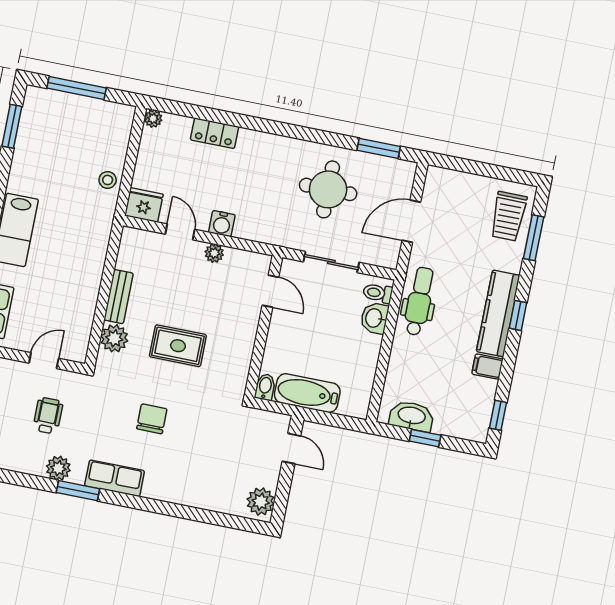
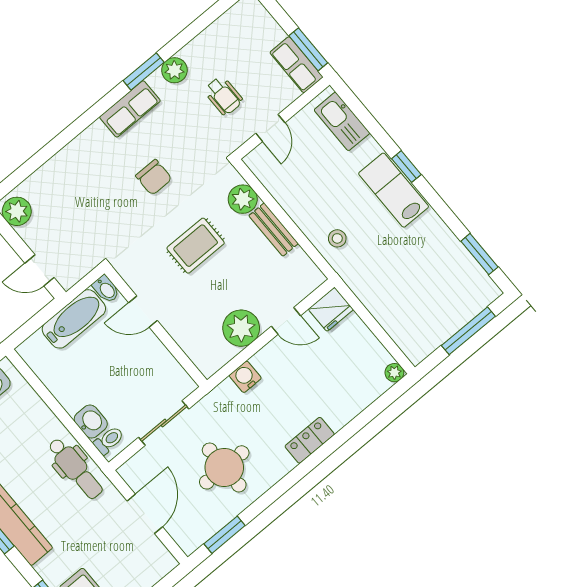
locker: (214, 133) -> (310, 440), moved
stool: (108, 180) -> (337, 238), moved
water cooler: (222, 224) -> (245, 377), moved
plant: (214, 253) -> (241, 328), width x1.87, depth x1.87
door: (270, 291) -> (143, 312), moved

